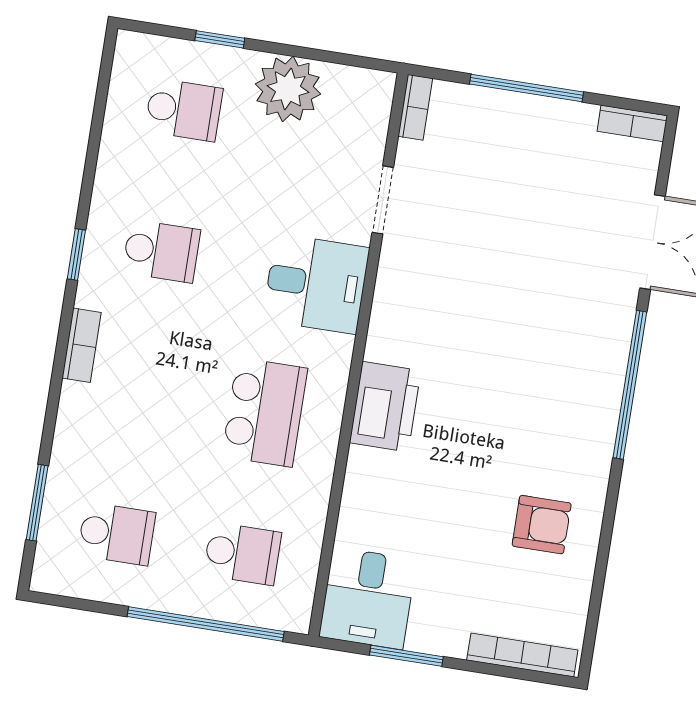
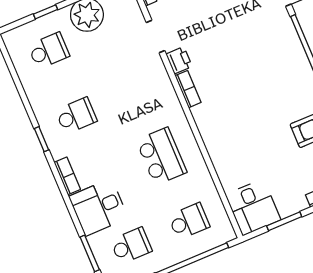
desk: (316, 284) -> (98, 207), moved, turned 180
bookcase: (382, 325) -> (188, 89), added
printer: (385, 407) -> (179, 60), moved, width x0.53, depth x0.68

